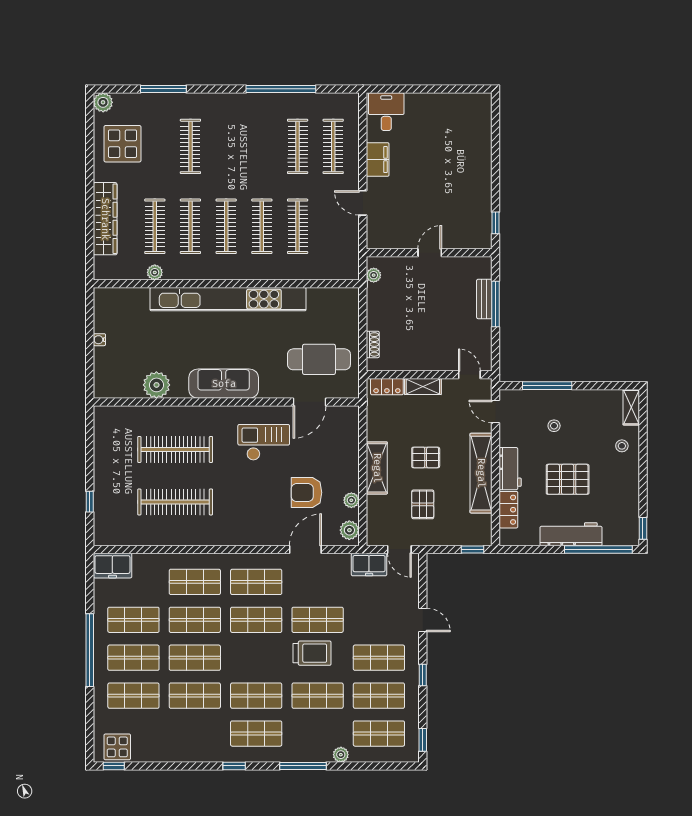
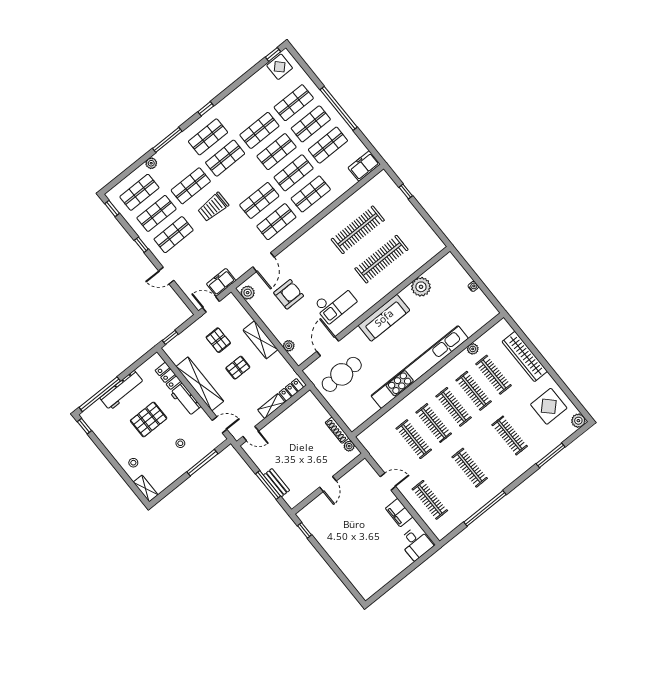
clothes rail: (298, 146) -> (470, 468), moved
shoe rack: (373, 344) -> (337, 430), moved, width x1.43
plant: (351, 500) -> (289, 346), moved
shop shelf: (318, 620) -> (225, 228), removed

